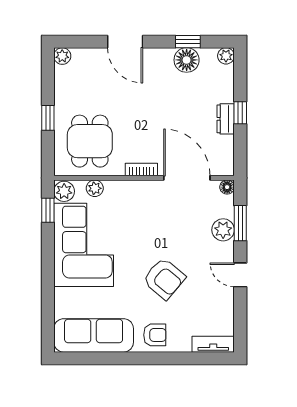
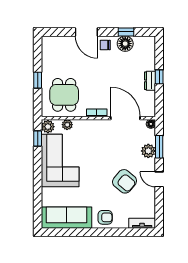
plant: (62, 56) -> (47, 41), removed
plant: (226, 56) -> (150, 41), removed
chair: (155, 62) -> (105, 45), added
armchair: (164, 279) -> (125, 181), moved

